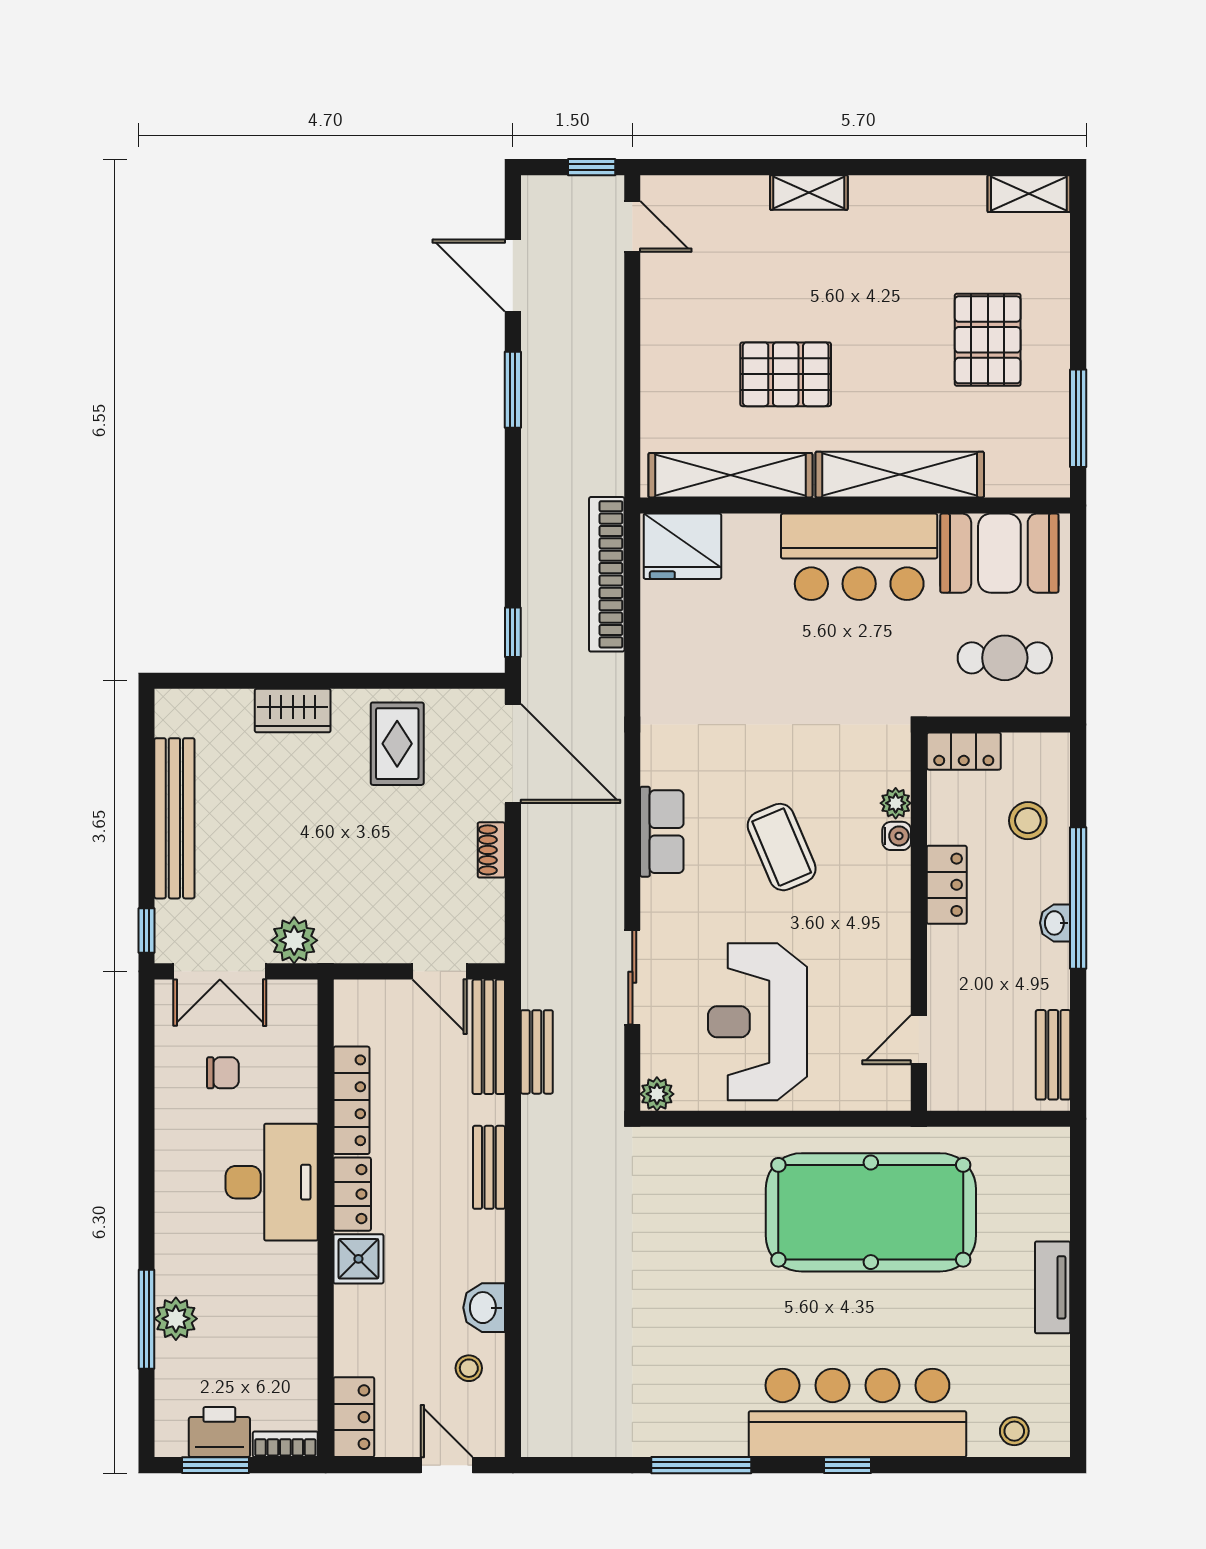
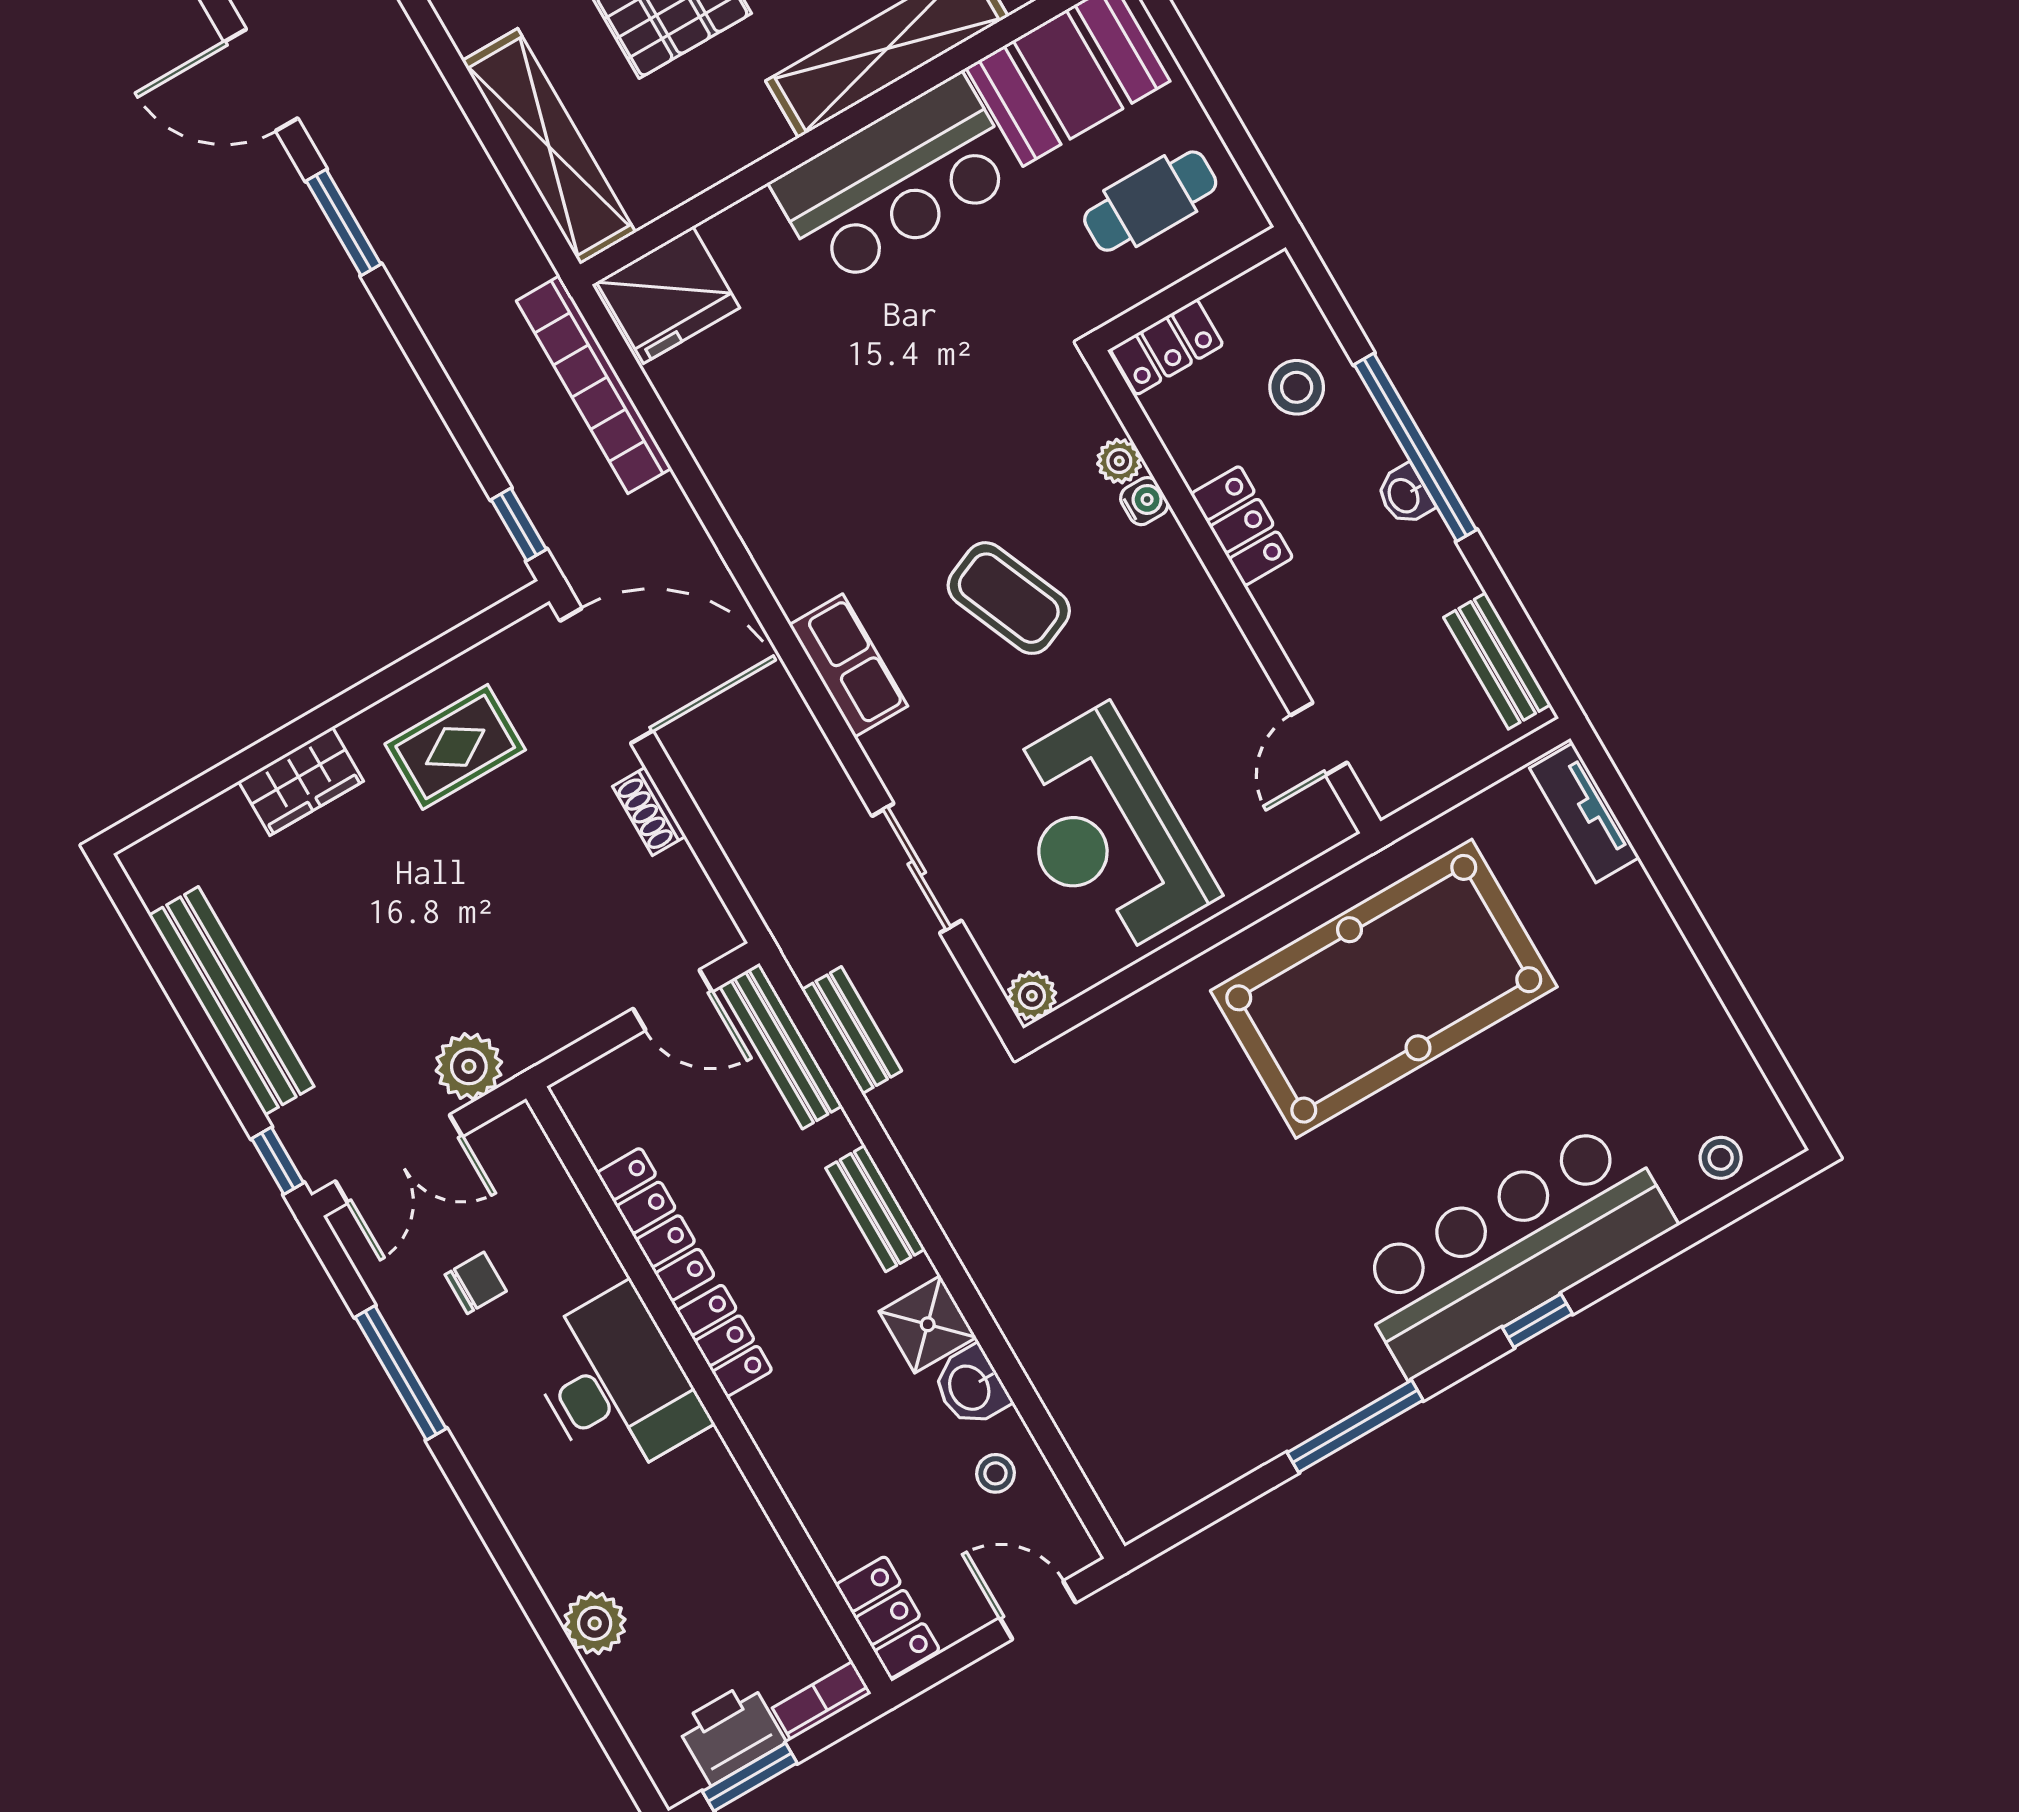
shelving: (730, 475) -> (549, 147), moved, turned 90
rug: (397, 744) -> (455, 747), turned 90
shower: (358, 1259) -> (928, 1324), moved
tv unit: (1053, 1287) -> (1585, 813), moved
window: (146, 1319) -> (401, 1373), moved

